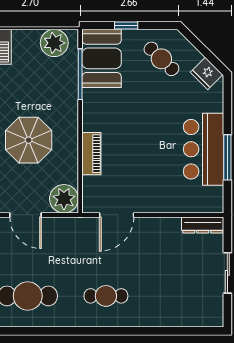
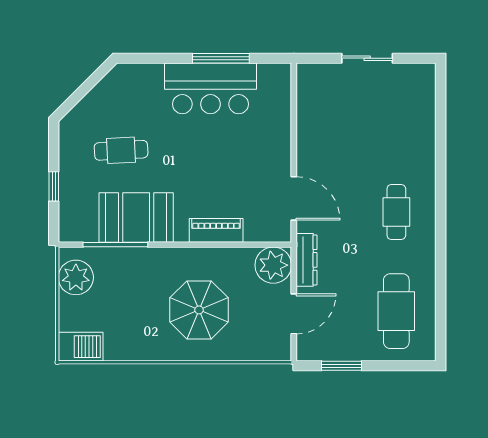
booth: (102, 58) -> (136, 217), moved
cafe table: (161, 59) -> (121, 150), moved, turned 43
fridge: (207, 73) -> (114, 85), removed
dresser: (203, 225) -> (306, 260), moved

